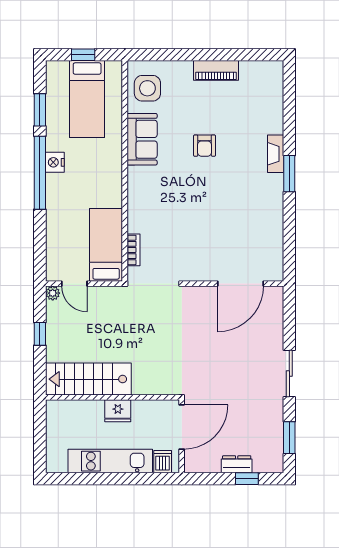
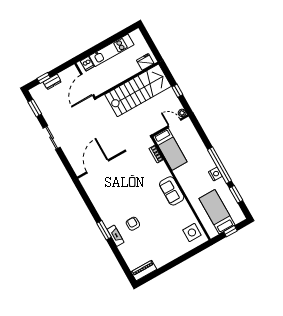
piano: (216, 70) -> (144, 271), moved
sofa: (142, 139) -> (172, 191), moved
armchair: (205, 146) -> (133, 224), moved
stairs: (88, 379) -> (138, 90), width x1.36, depth x1.51
fridge: (118, 411) -> (145, 62), moved

